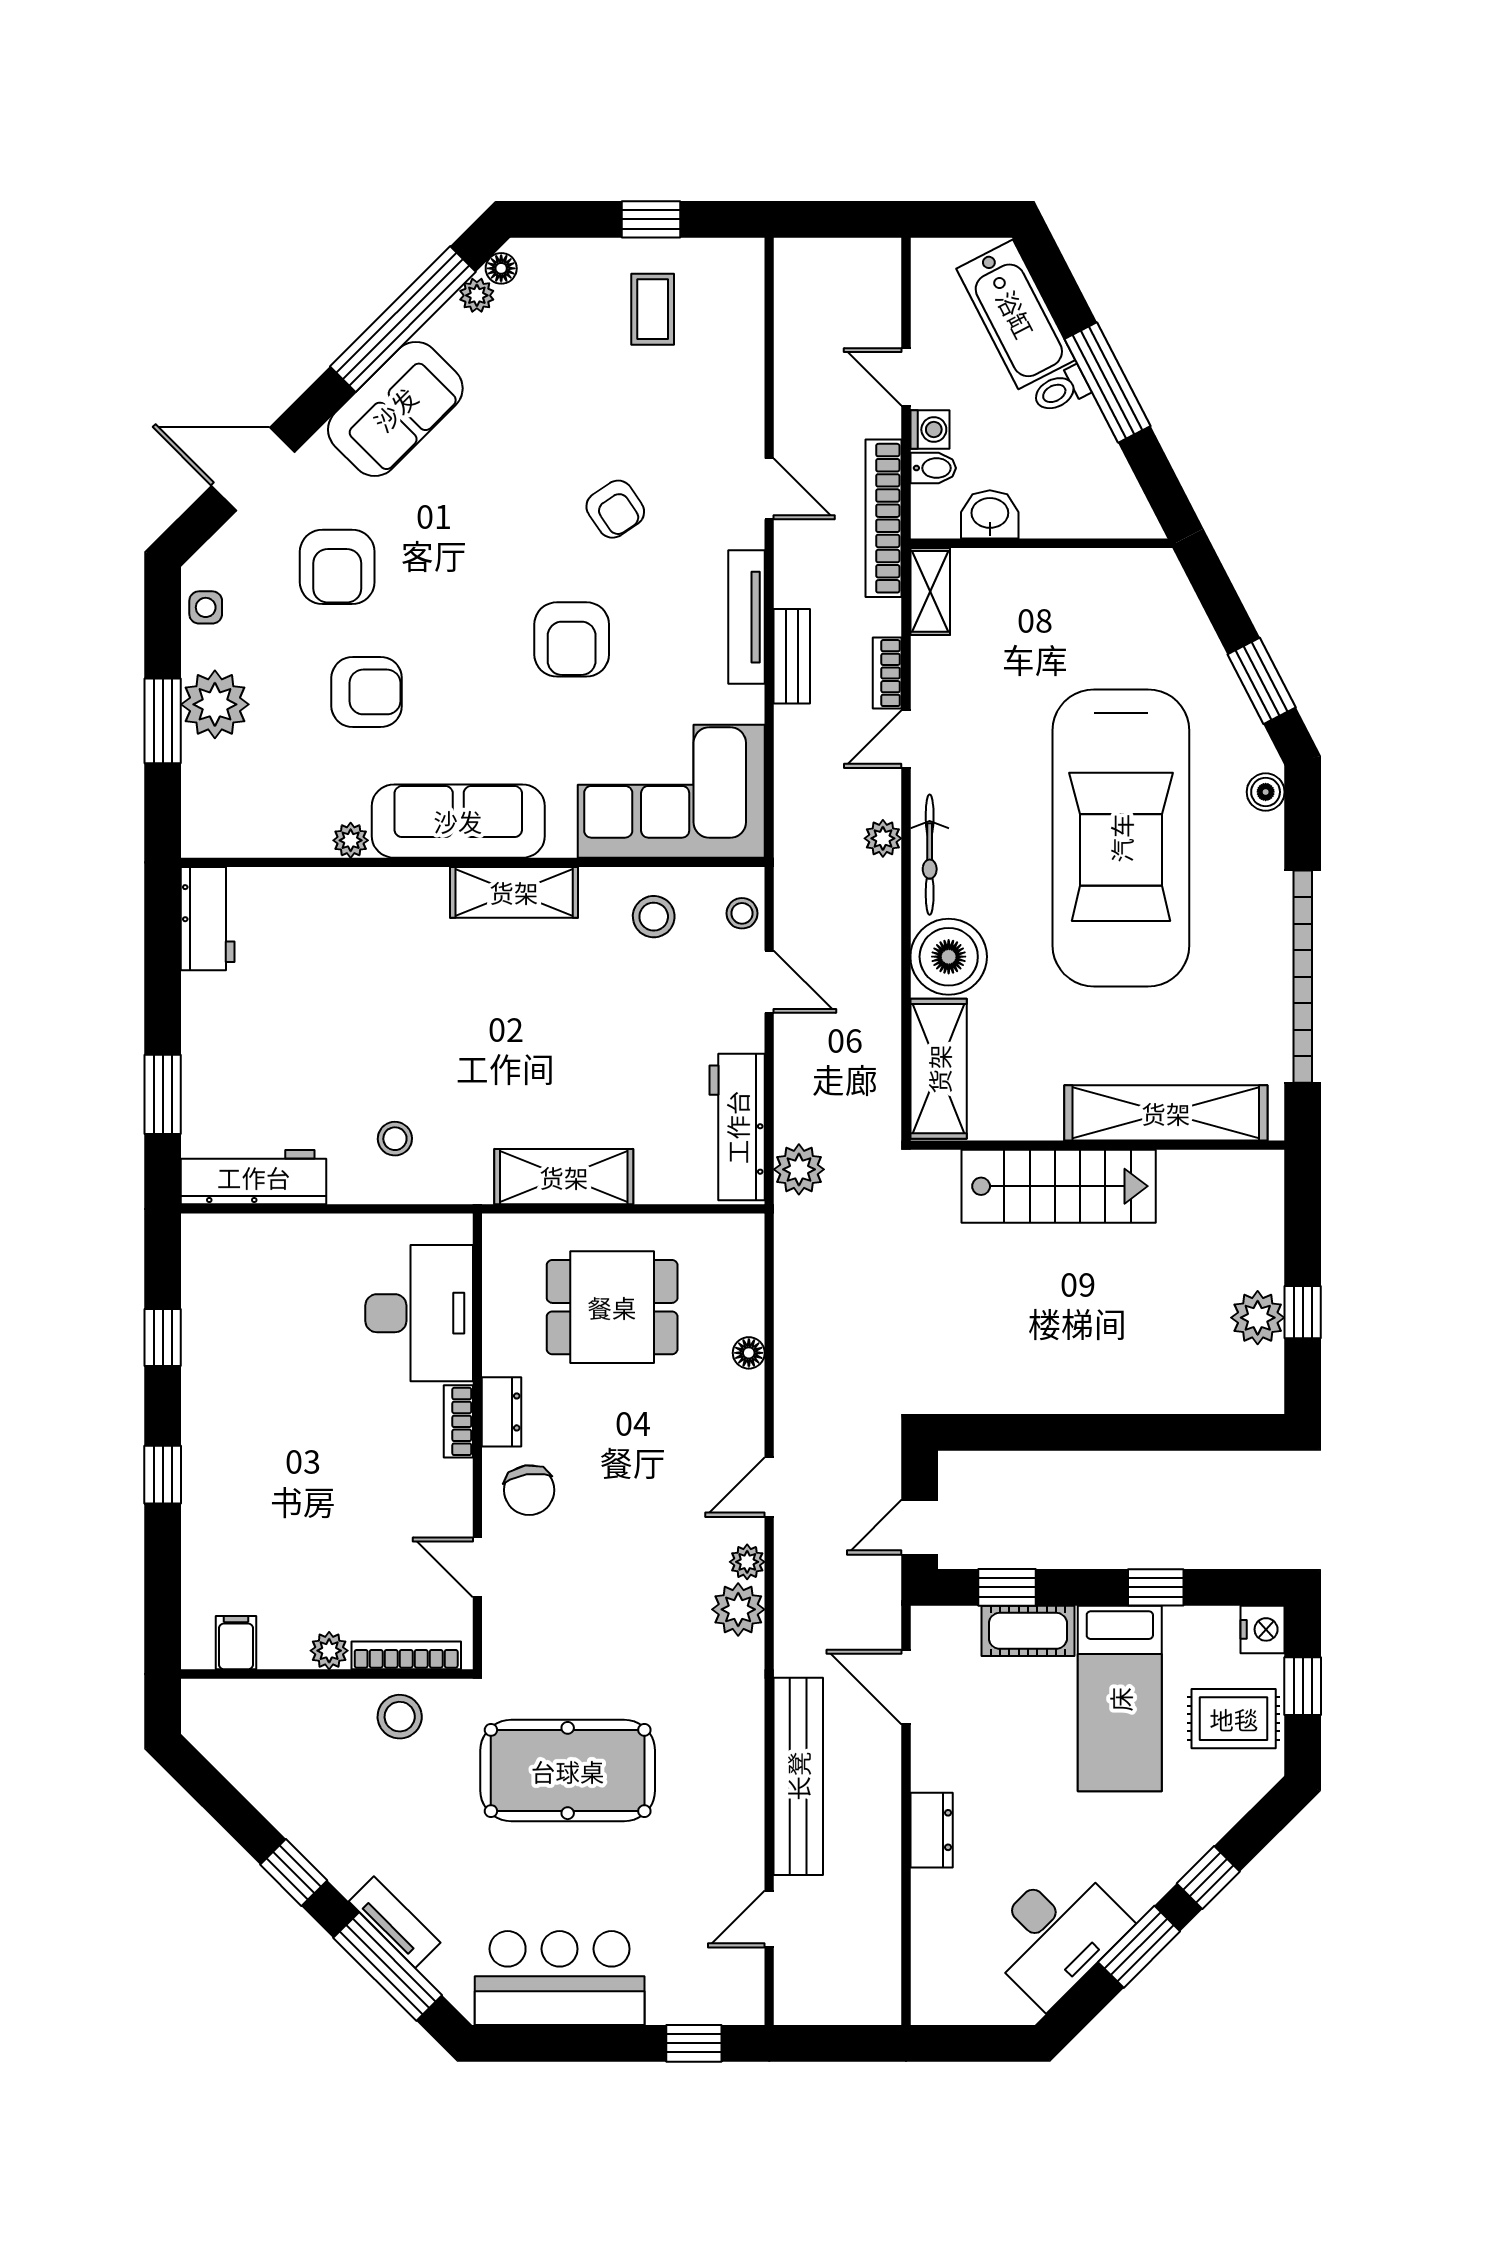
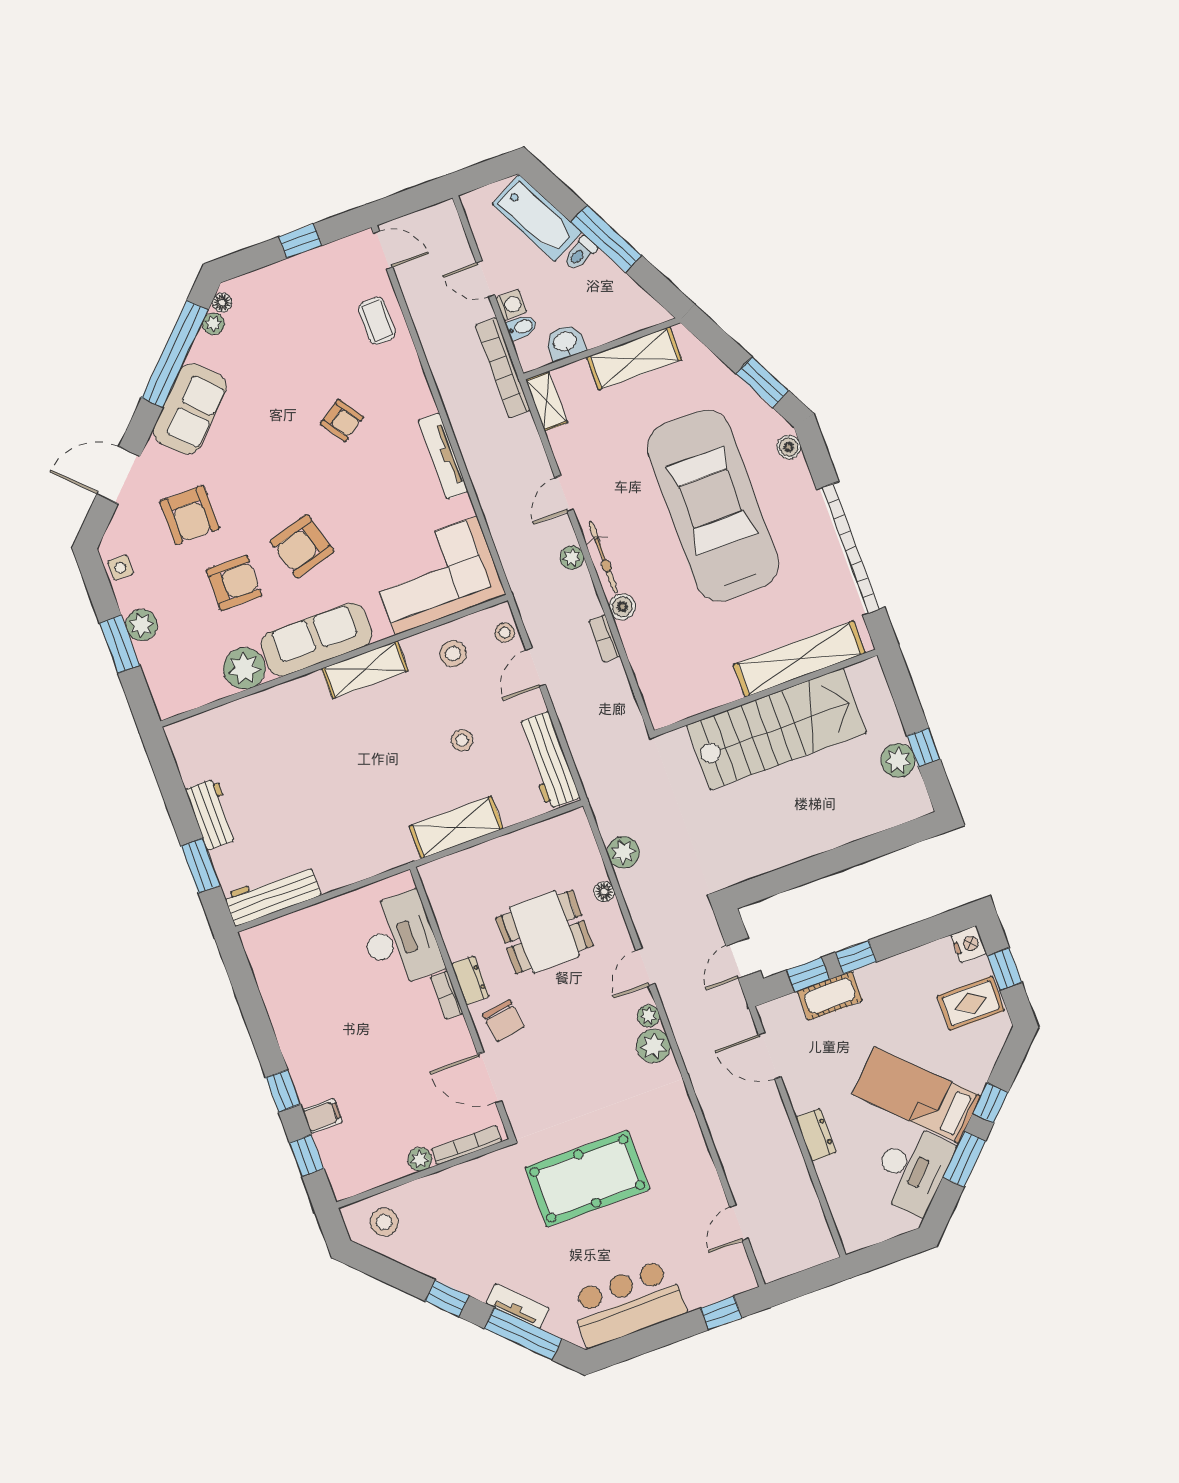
coffee table: (653, 309) -> (377, 321), moved
door: (769, 489) -> (383, 250), moved
armchair: (572, 639) -> (302, 546), moved, turned 74
bench: (792, 656) -> (478, 469), removed
bookcase: (887, 673) -> (604, 639), moved
plant: (215, 704) -> (142, 625), width x0.73, depth x0.73
car: (1121, 838) -> (713, 506), turned 180
plant: (351, 840) -> (244, 668), width x1.88, depth x1.88
workbench: (208, 919) -> (212, 814), moved
boiler: (949, 957) -> (622, 607), width x0.54, depth x0.54
door: (769, 982) -> (536, 667), swing flipped
shelving: (939, 1069) -> (634, 358), moved, turned 90
stool: (395, 1139) -> (462, 740), moved
plant: (799, 1169) -> (623, 852), moved
stairs: (1059, 1186) -> (777, 729), width x1.36, depth x1.51
dining table: (612, 1307) -> (544, 932), moved
window: (163, 1337) -> (307, 1156), moved
door: (477, 1567) -> (490, 1078), width x1.38
window: (1156, 1587) -> (856, 957), moved
filing cabinet: (236, 1643) -> (322, 1116), moved, turned 90
bed: (1120, 1699) -> (917, 1095), moved, turned 135
stool: (400, 1717) -> (384, 1222), moved
bench: (798, 1776) -> (725, 1132), removed

